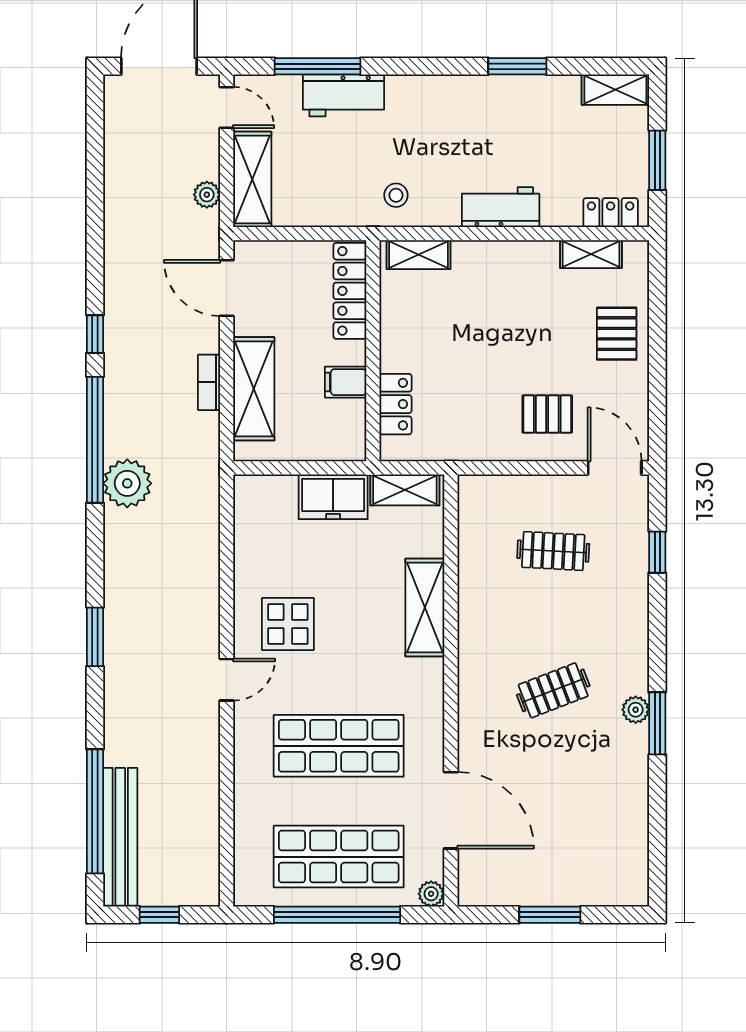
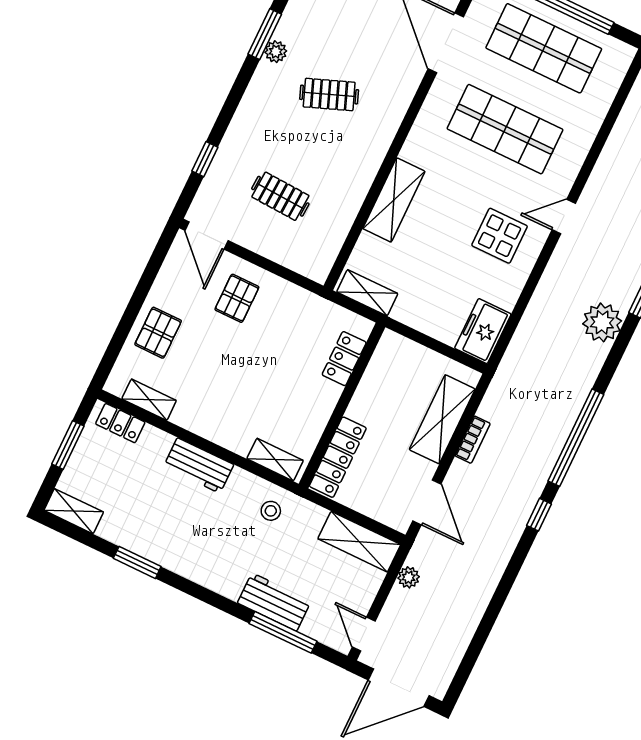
shelving: (252, 179) -> (359, 542), moved, turned 90
filing cabinet: (346, 382) -> (373, 392), removed
pallet: (547, 414) -> (237, 298), turned 90
plant: (127, 483) -> (602, 322), moved
freezer: (333, 497) -> (483, 331), moved, turned -90

